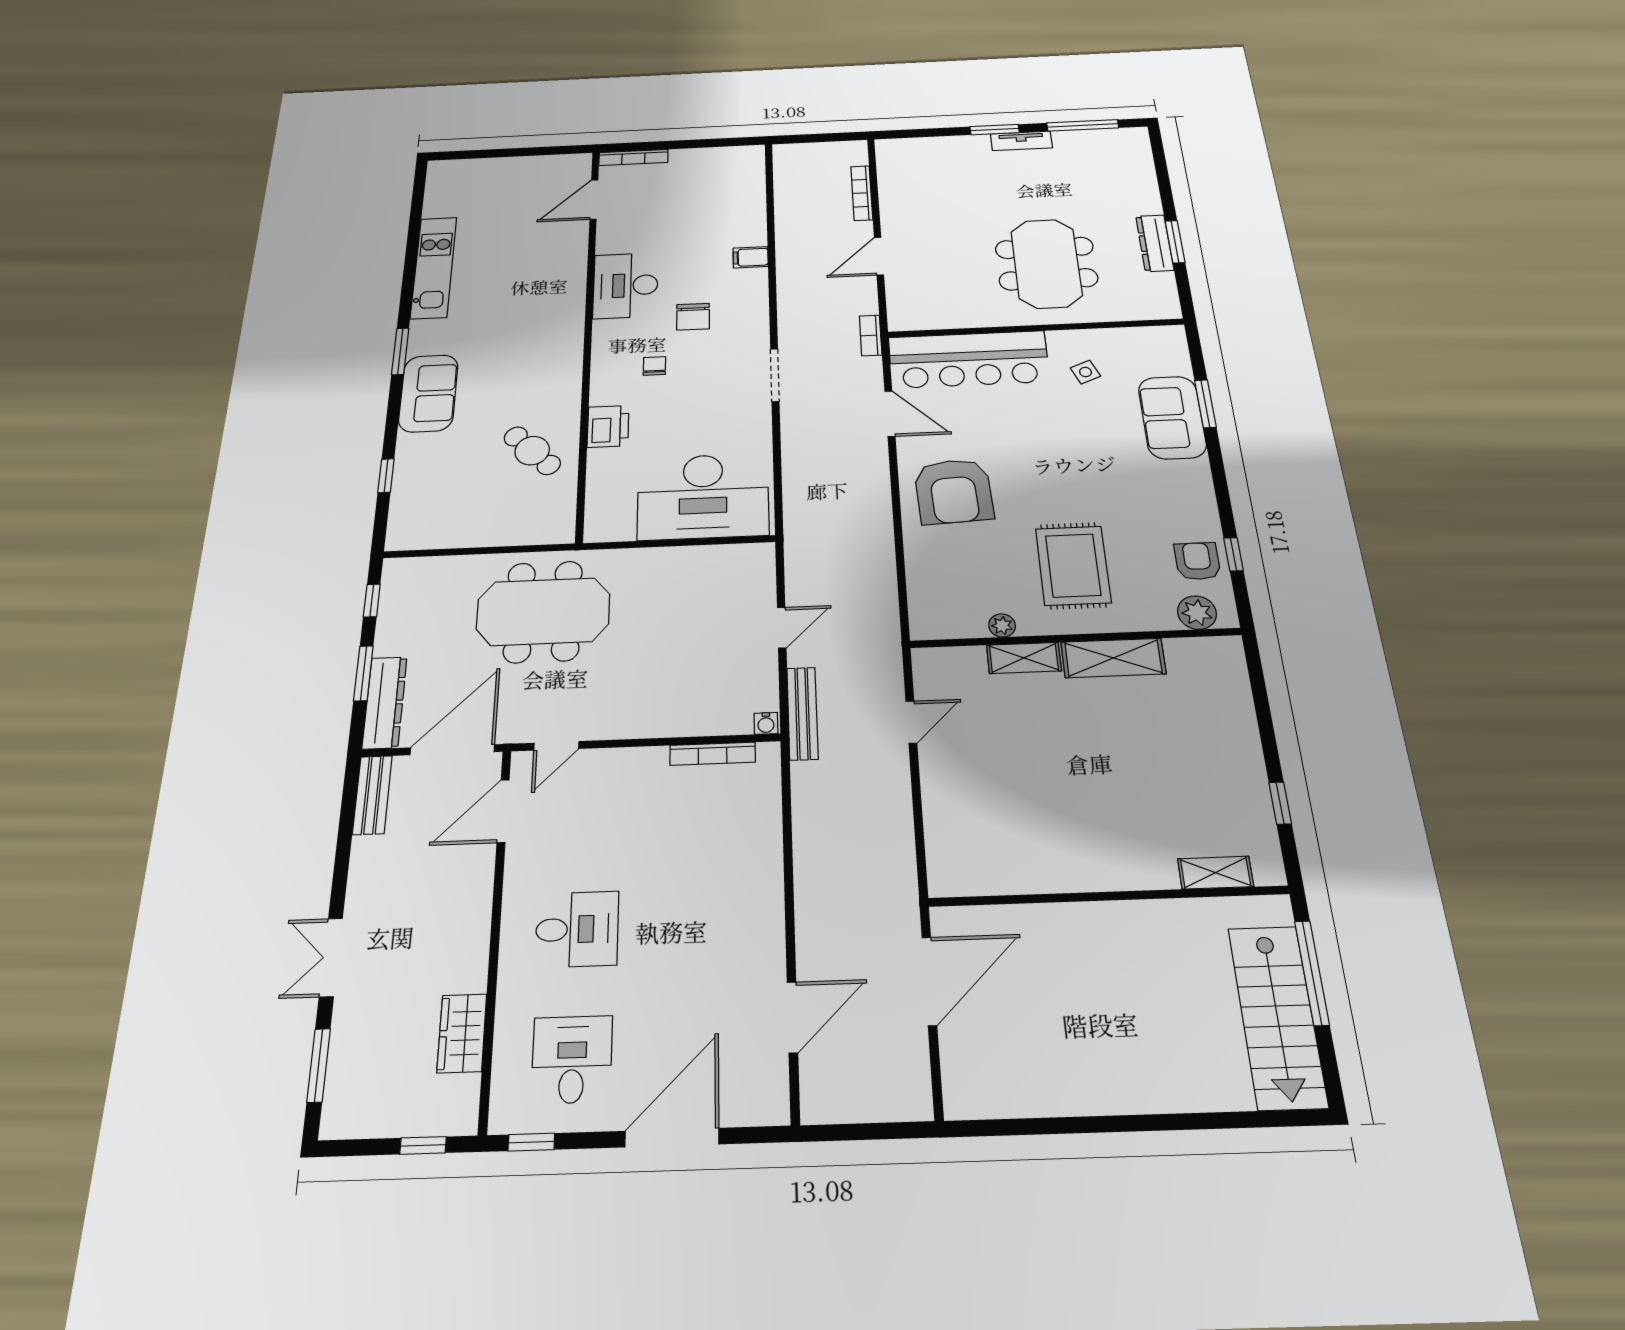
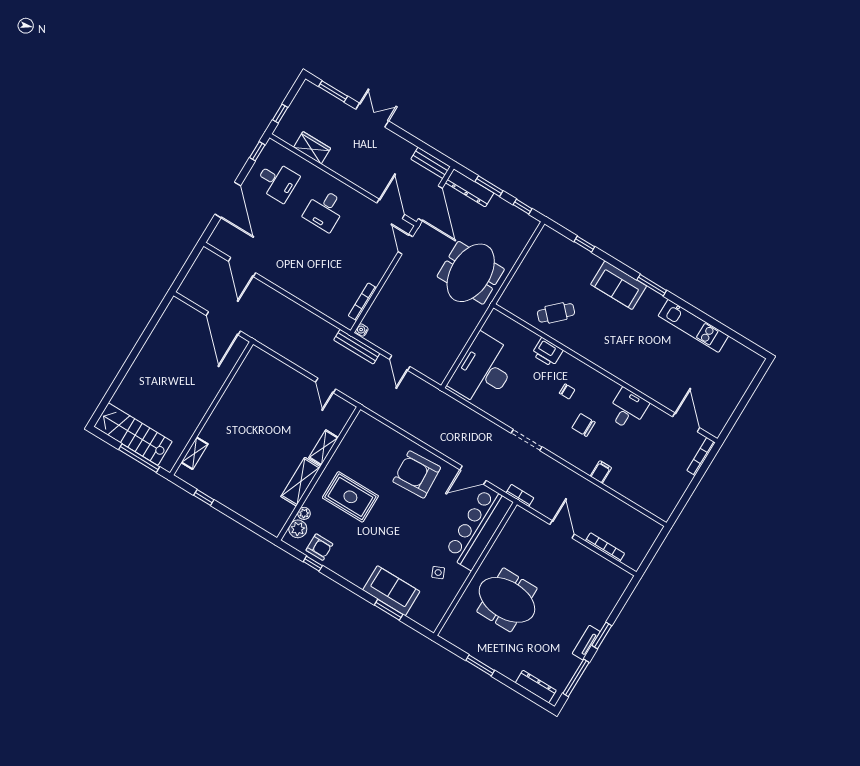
dresser: (1155, 243) -> (536, 687), moved
desk: (626, 286) -> (628, 409), width x0.73
plant: (1002, 626) -> (304, 513), moved

